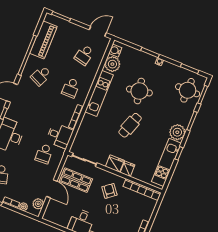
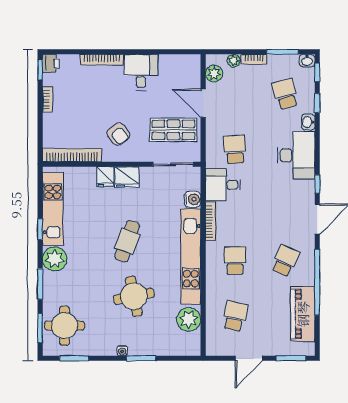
door: (98, 31) -> (249, 358), moved
water cooler: (115, 51) -> (193, 199), moved
kitchen unit: (99, 93) -> (191, 257), width x1.36

